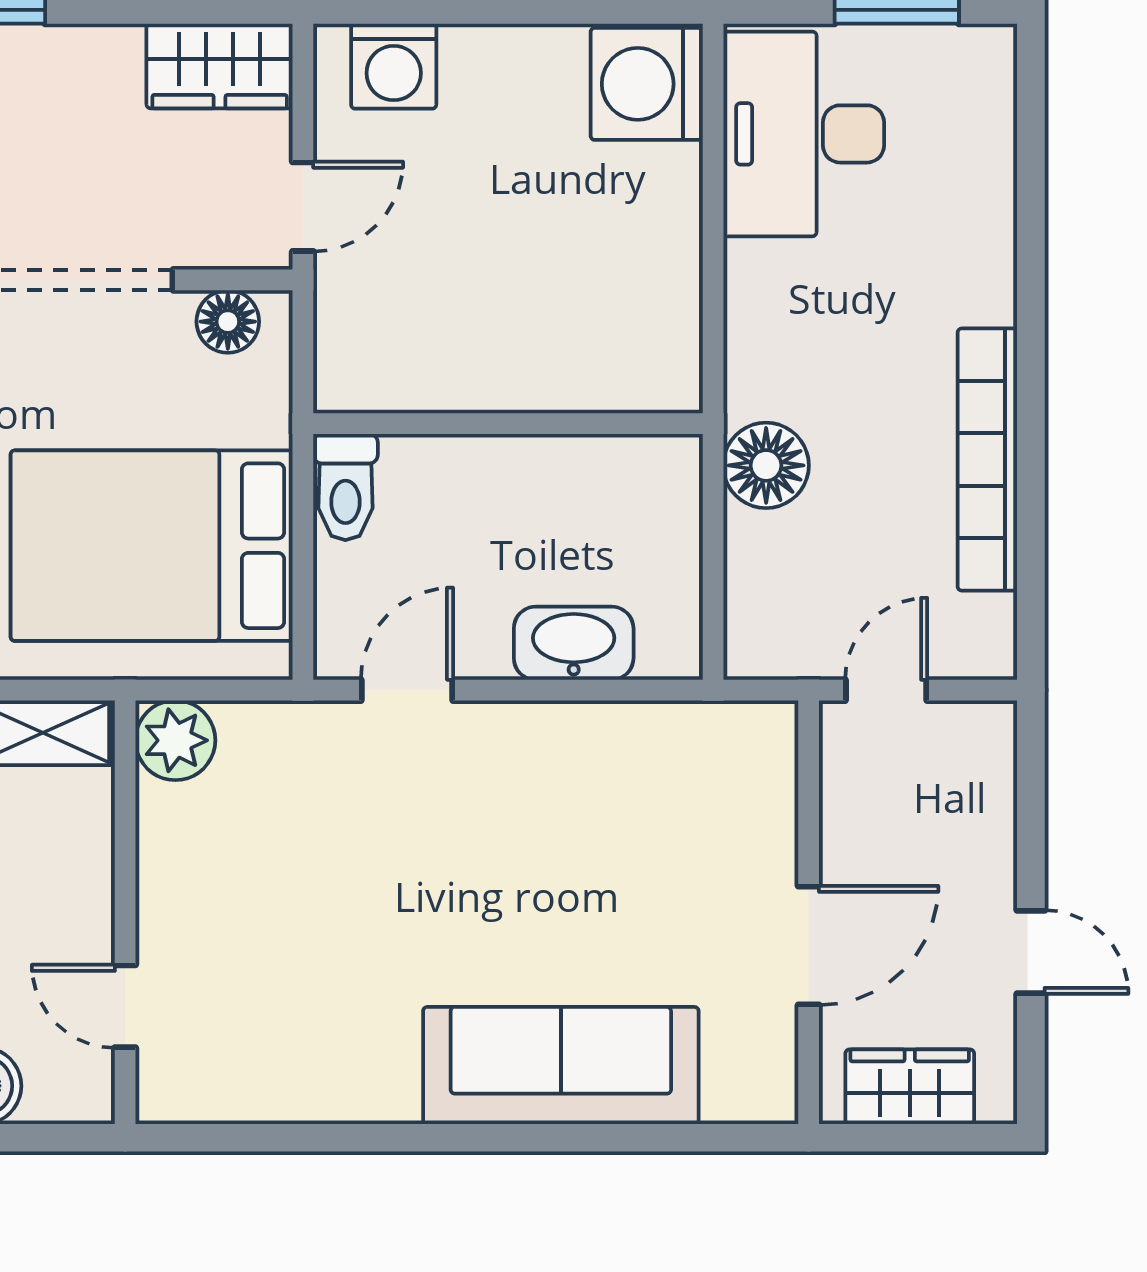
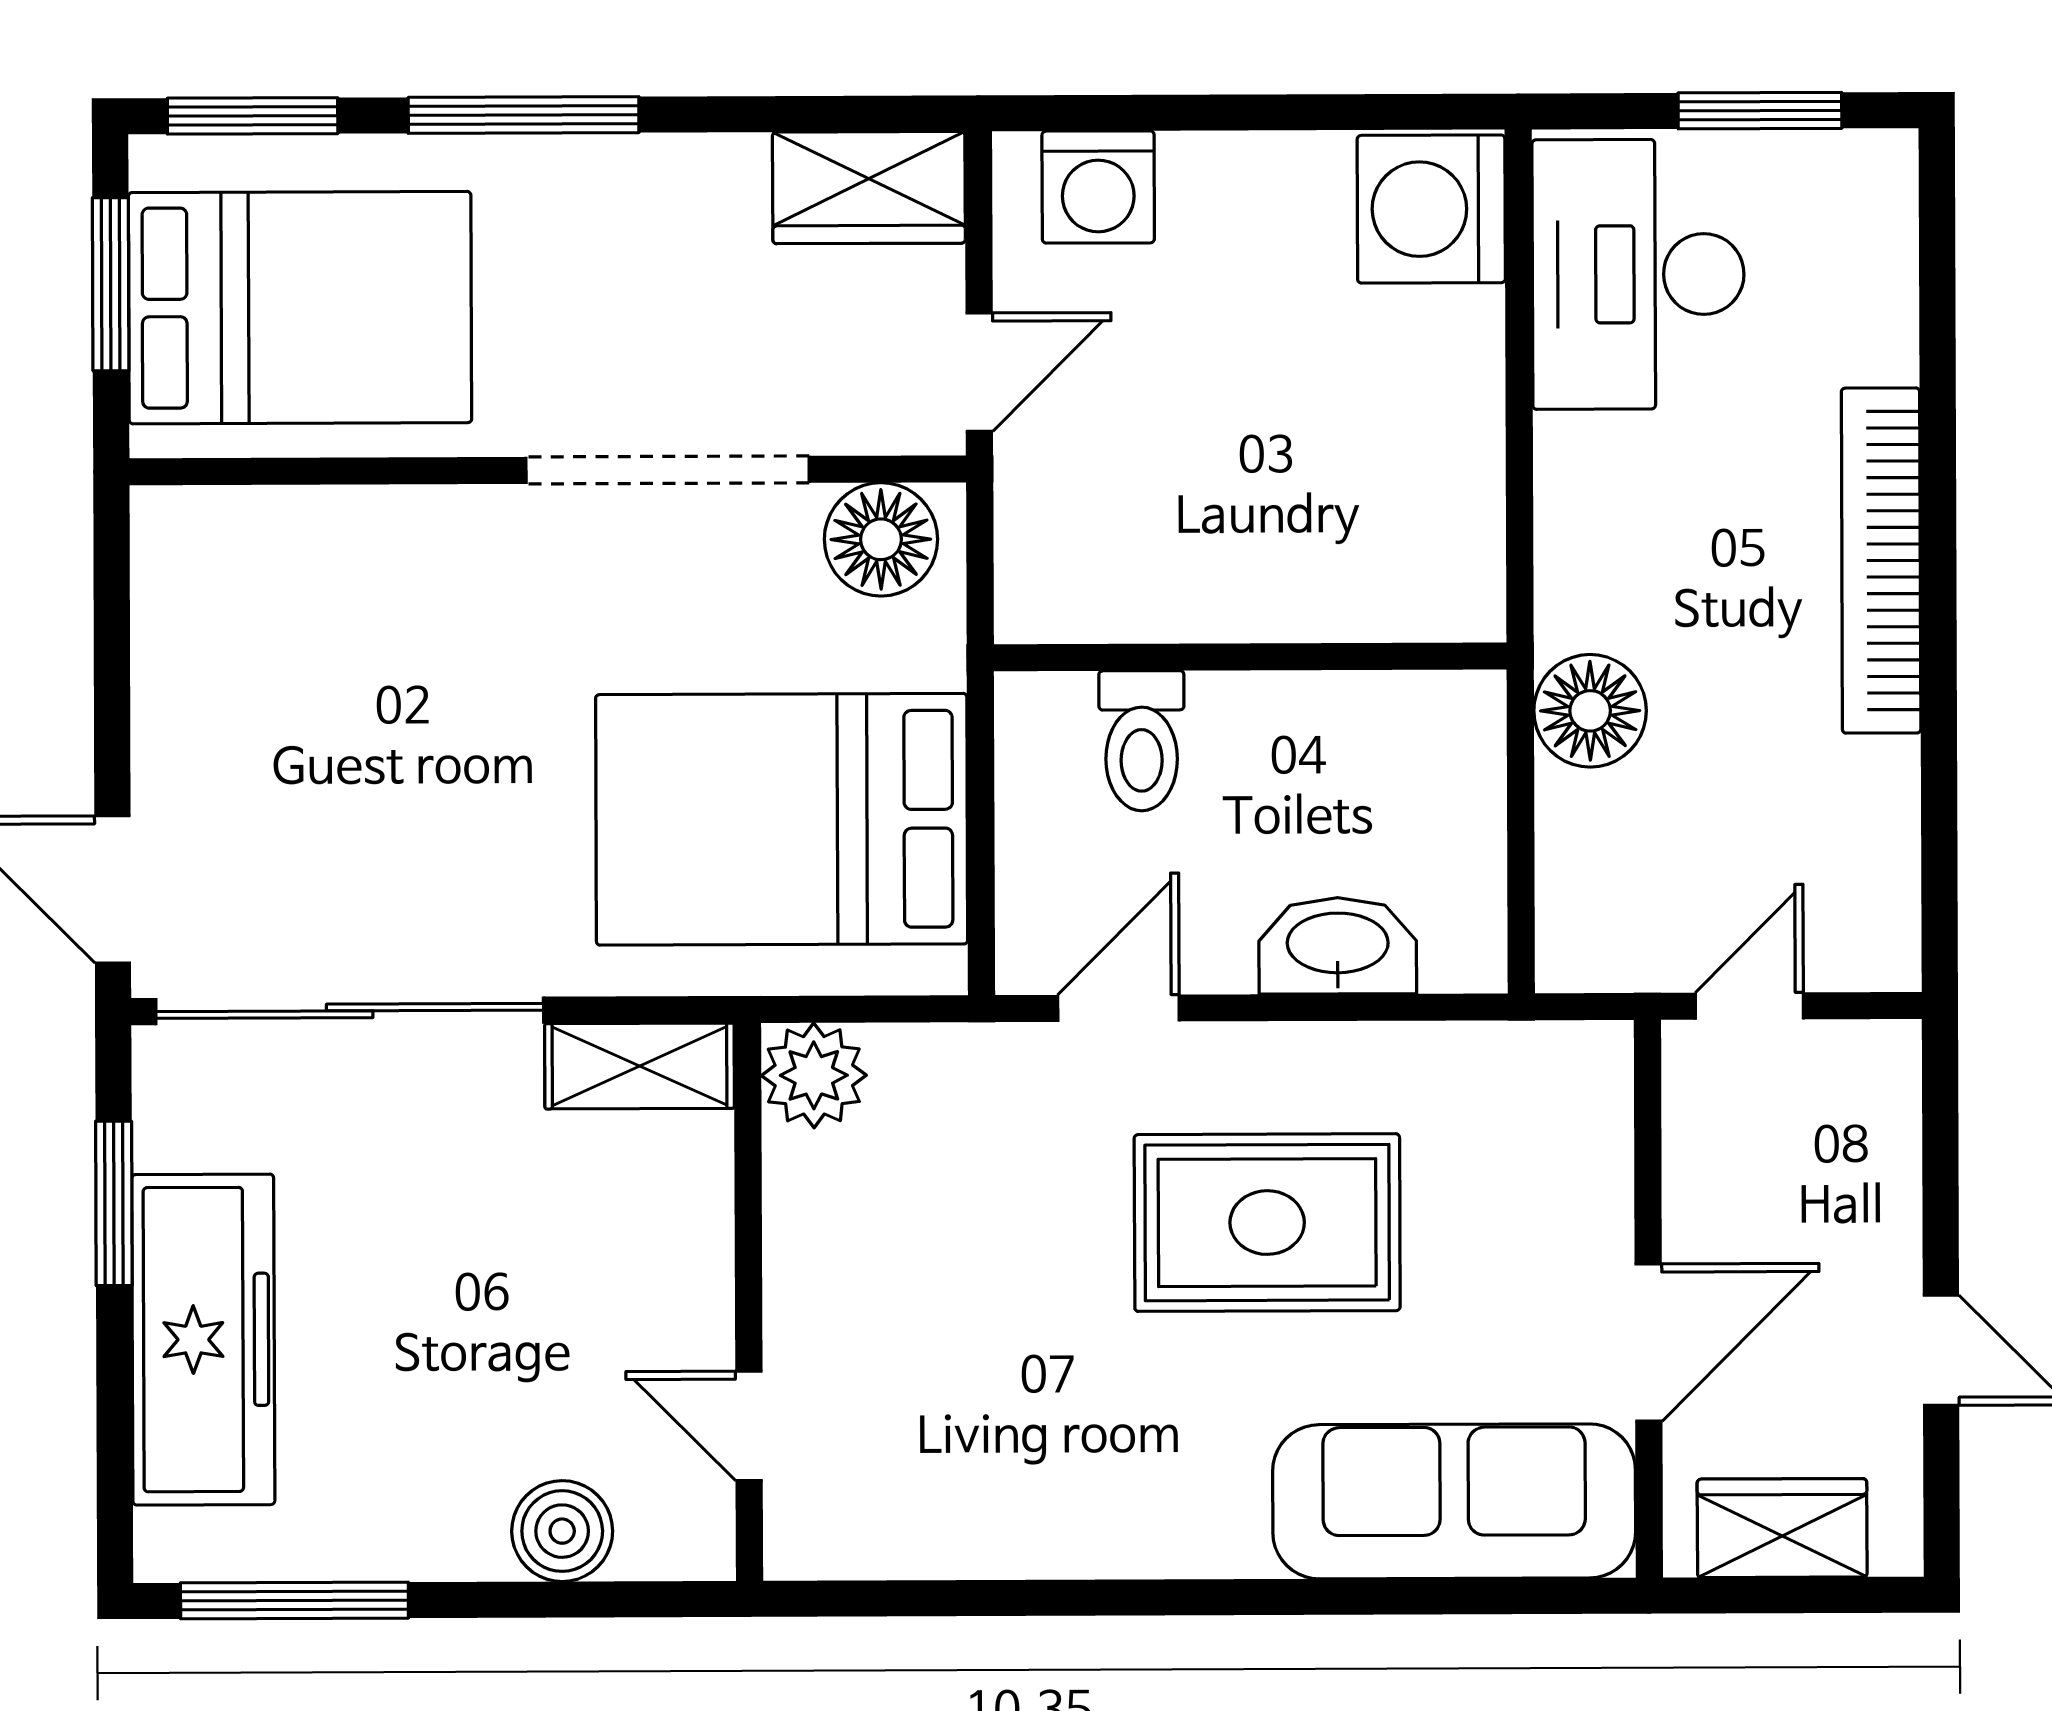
floor lamp: (228, 322) -> (881, 539), width x1.38, depth x1.38
bookcase: (987, 460) -> (1881, 561), moved
toilet: (345, 487) -> (1142, 741), moved
rug: (519, 853) -> (1267, 1223), added
sofa: (561, 1066) -> (1454, 1501), moved

